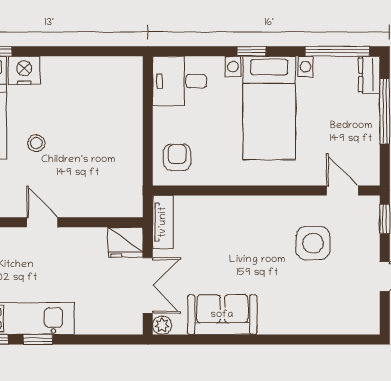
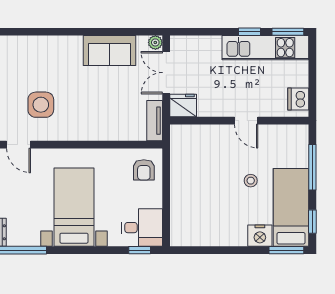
window: (252, 51) -> (140, 250), moved

